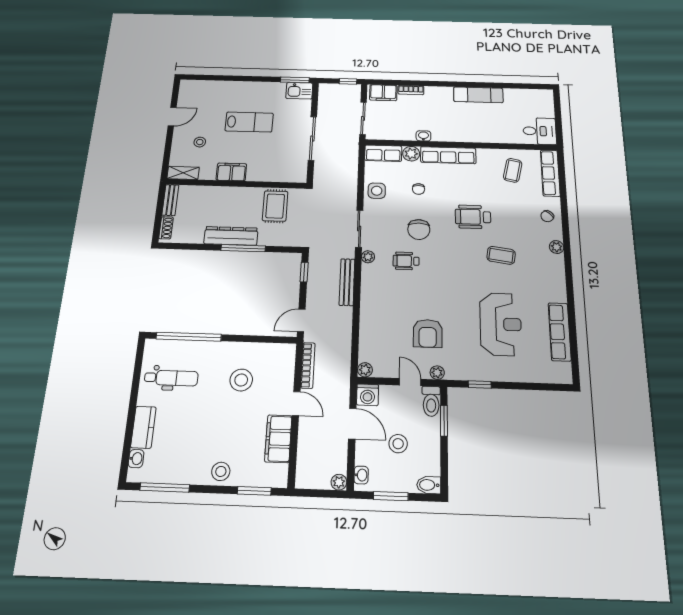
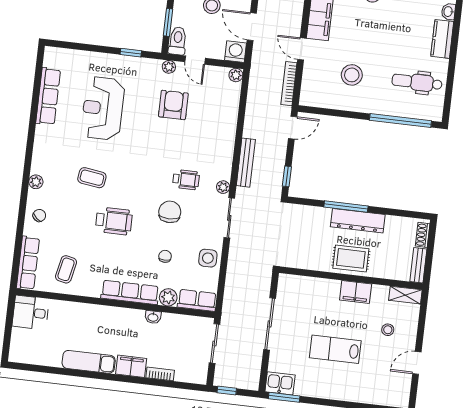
filing cabinet: (383, 93) -> (131, 366), moved
rug: (275, 206) -> (351, 258), moved, turned 90

